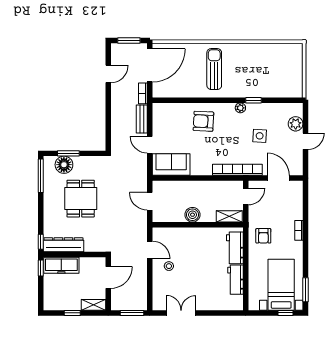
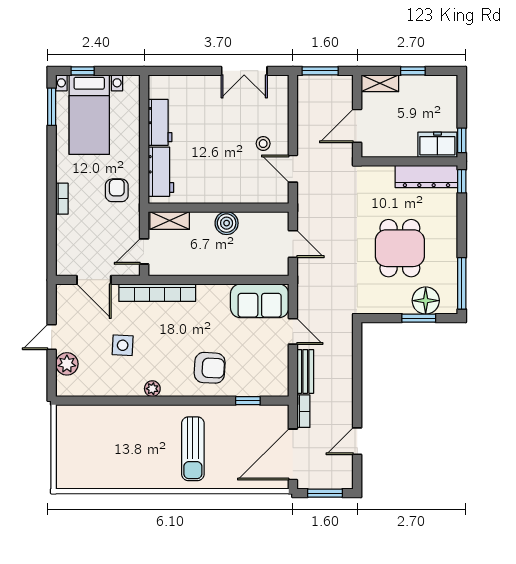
window: (254, 100) -> (248, 401), moved
freezer: (61, 265) -> (437, 145), width x0.71

